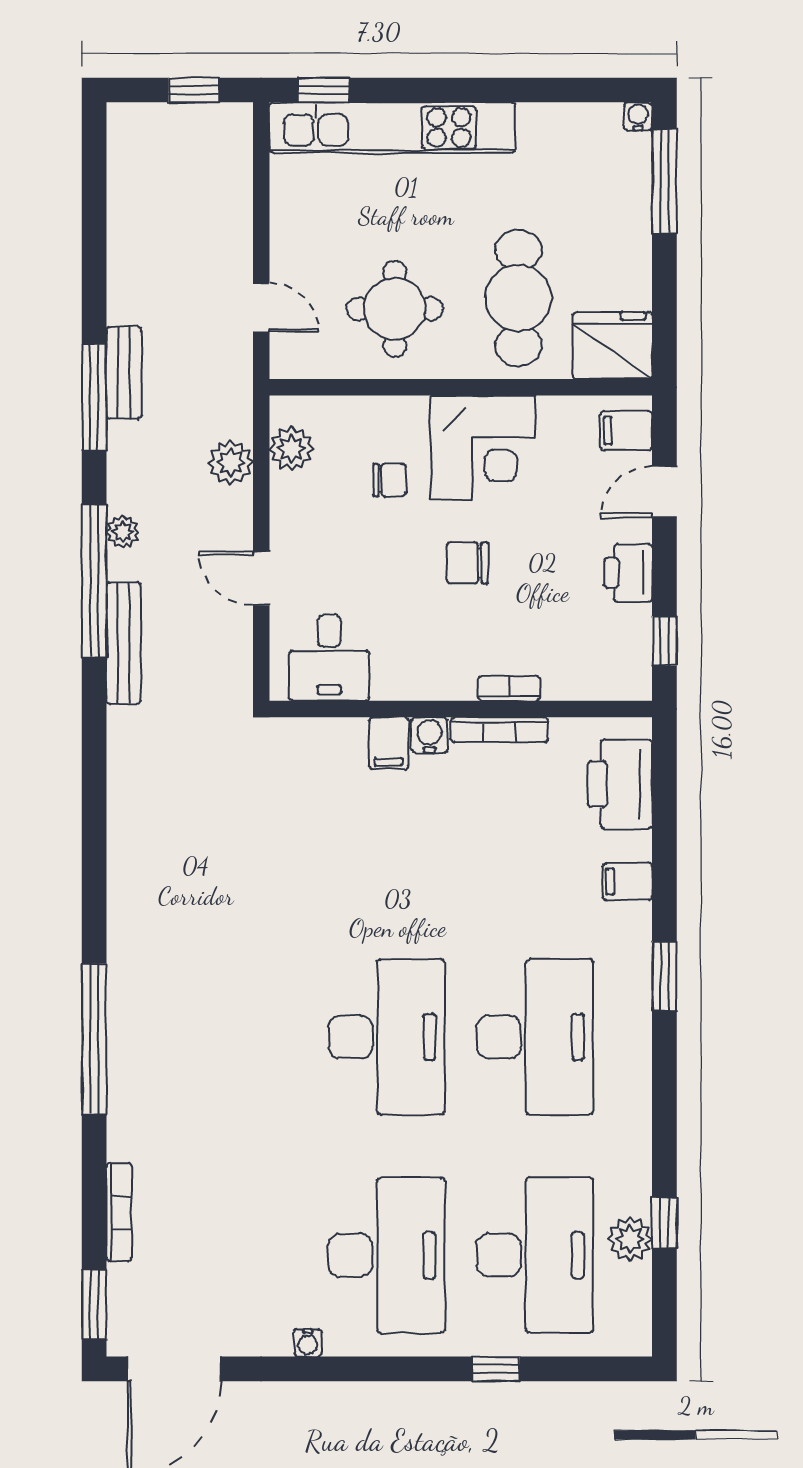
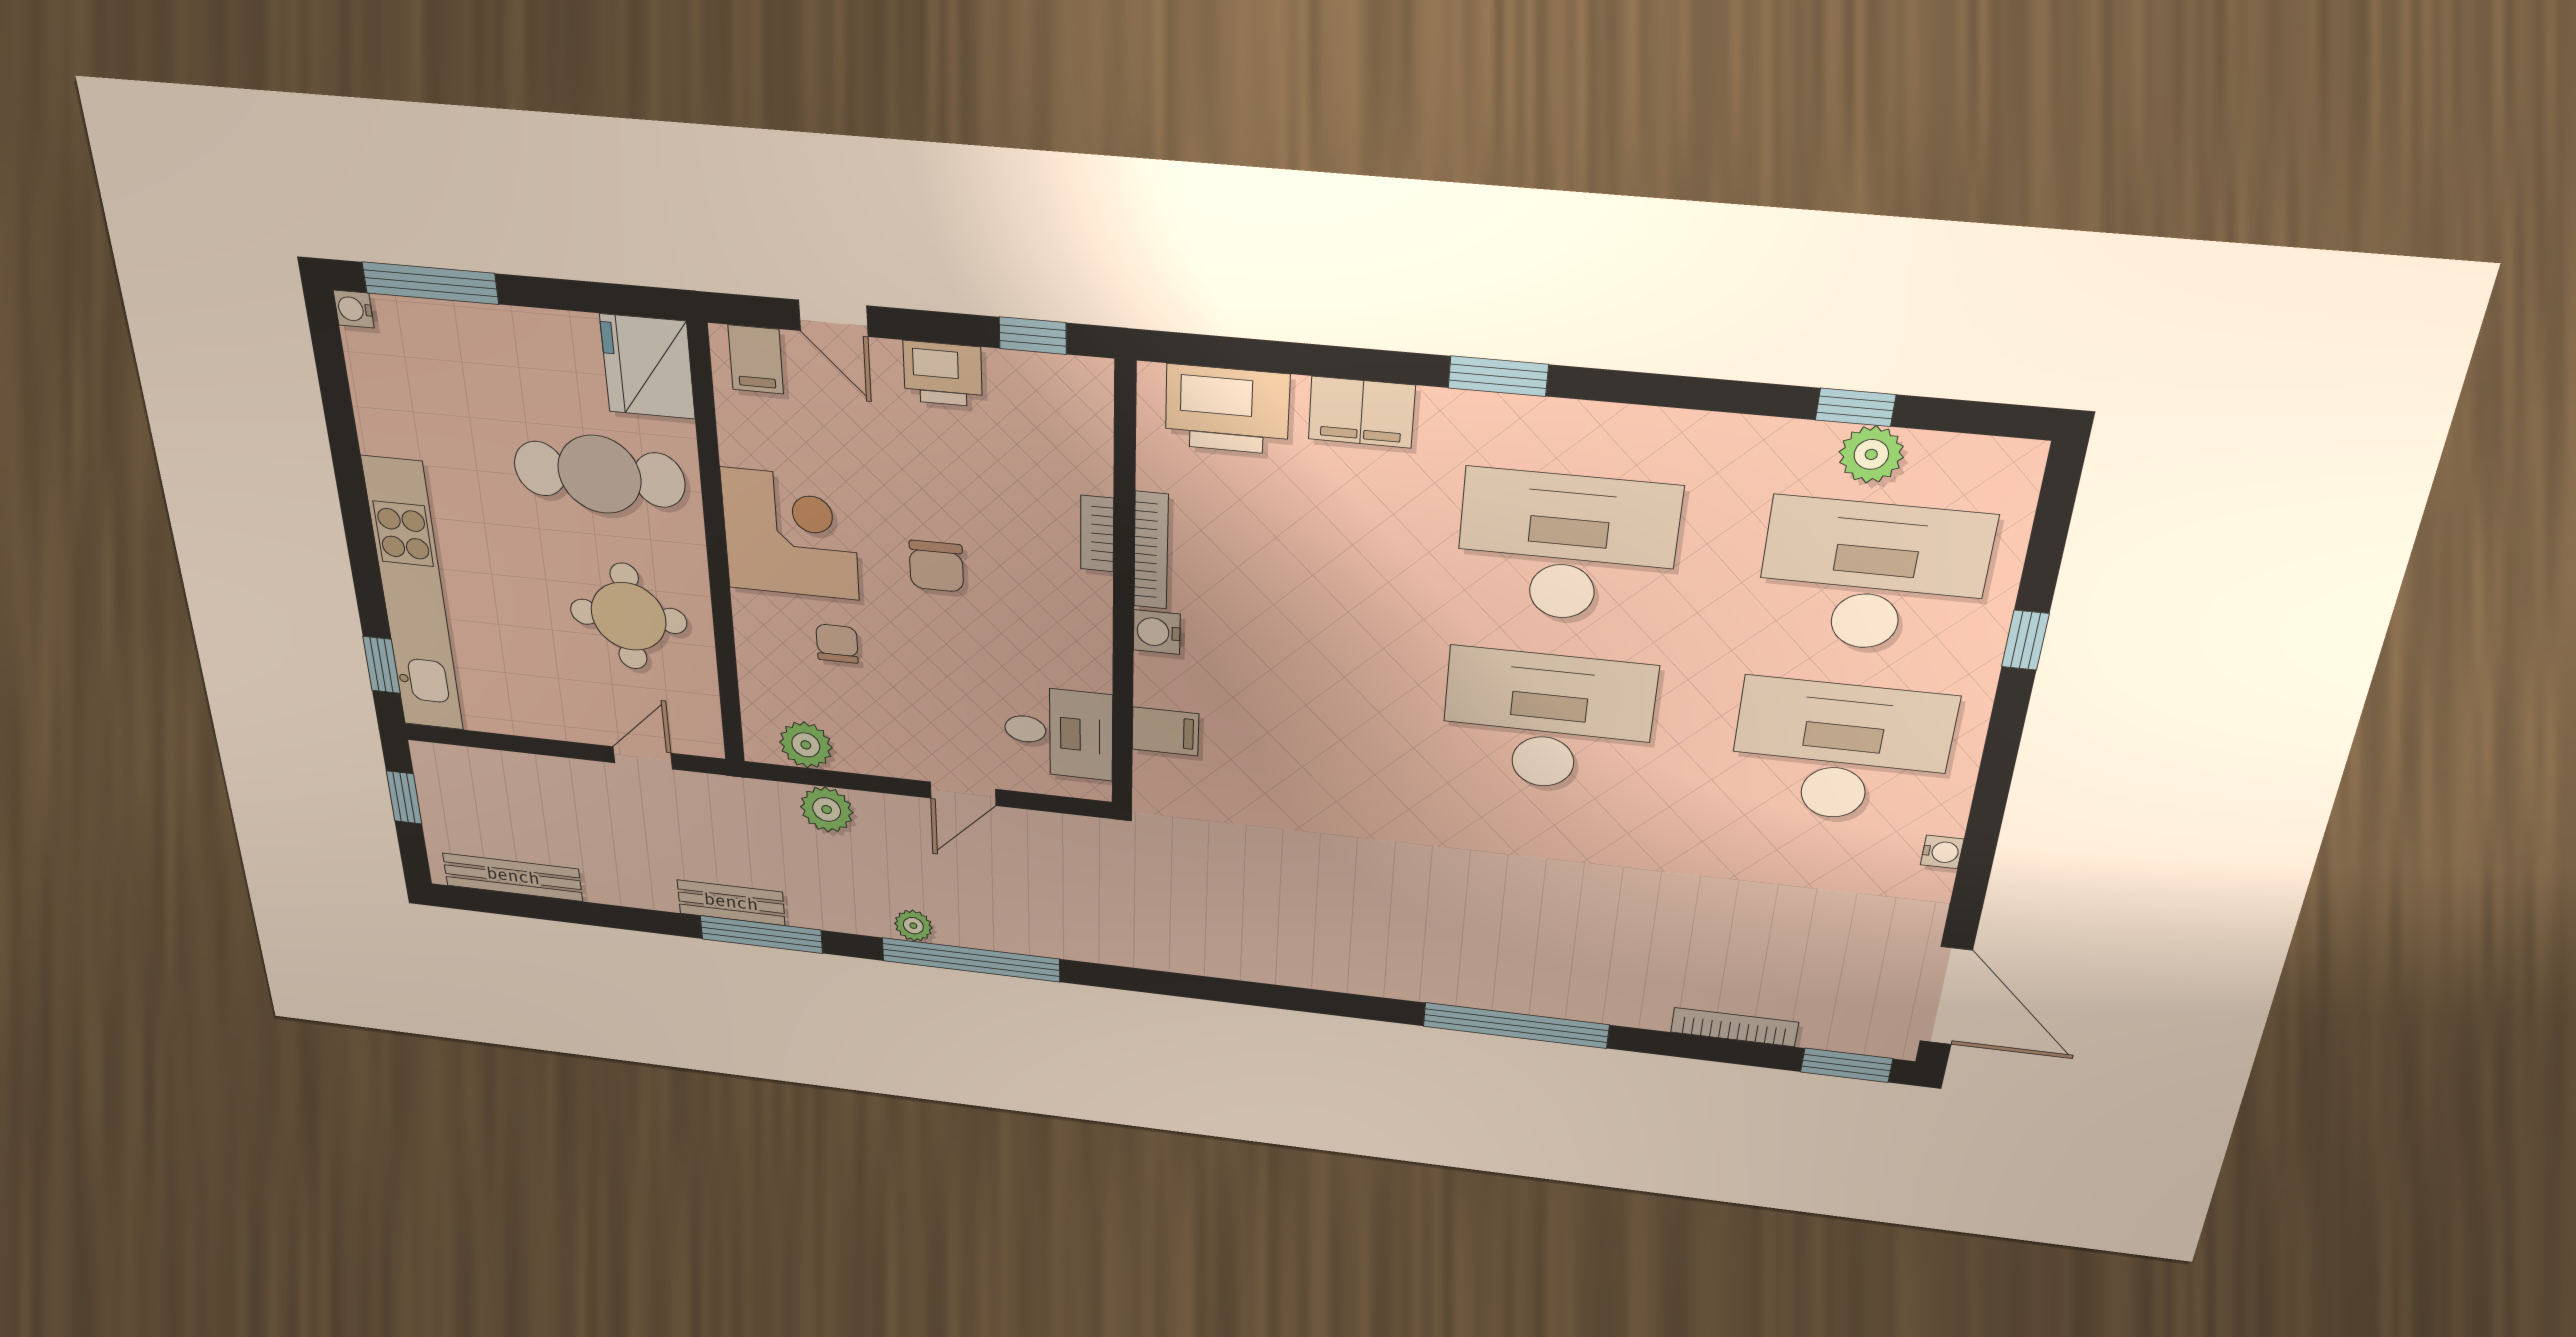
bench: (123, 643) -> (513, 877), moved
filing cabinet: (389, 743) -> (1165, 732), moved
filing cabinet: (627, 882) -> (1362, 412), width x2.00

